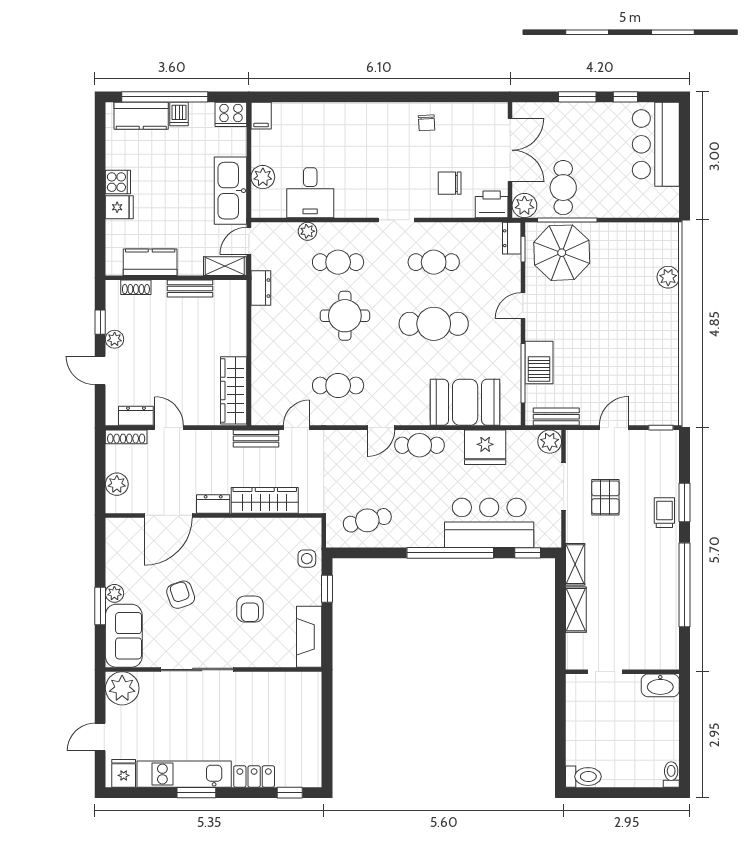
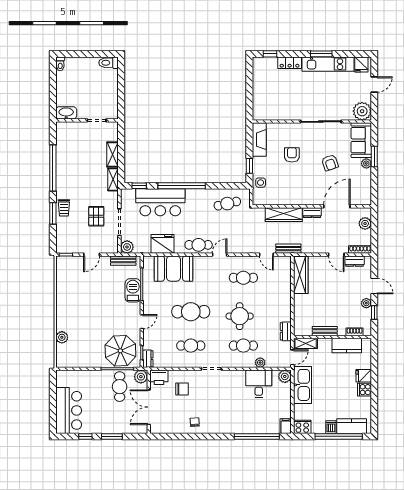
window: (314, 97) -> (257, 436), added
plant: (263, 177) -> (285, 376), moved
door: (296, 428) -> (266, 255), hinge flipped

